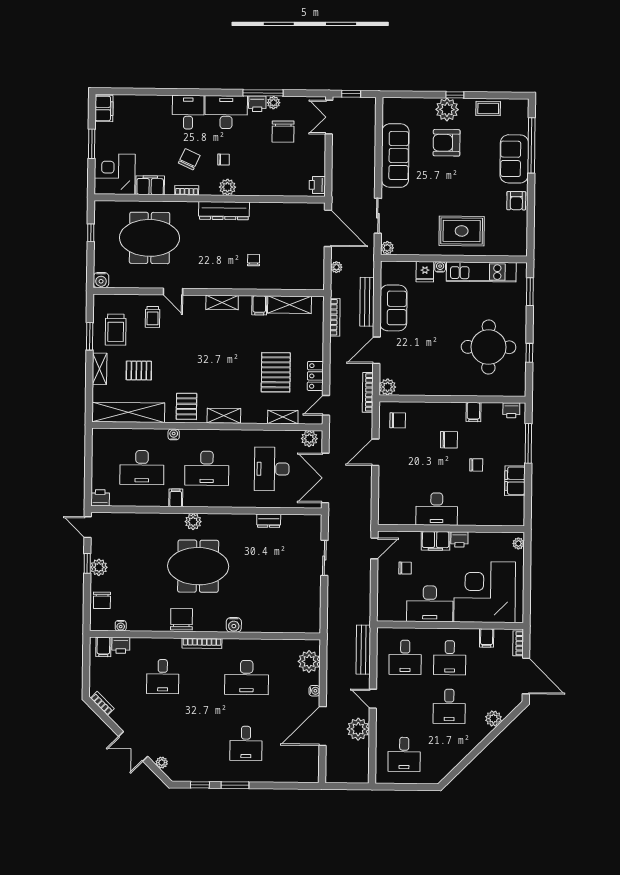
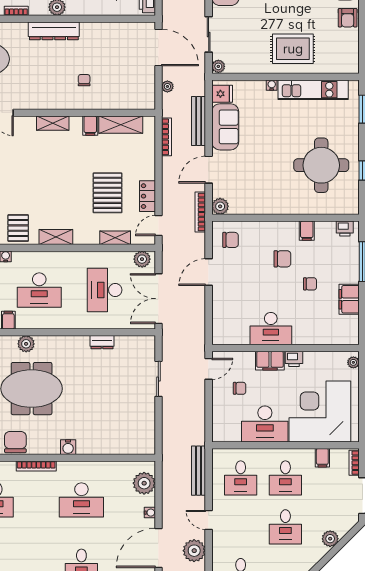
fridge: (425, 272) -> (222, 94), moved, turned -90

